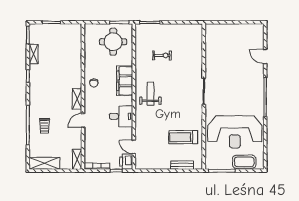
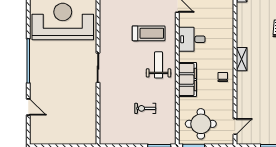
weight bench: (150, 94) -> (159, 65), turned 180
door: (83, 120) -> (235, 126), moved
treadmill: (183, 137) -> (149, 33), moved

